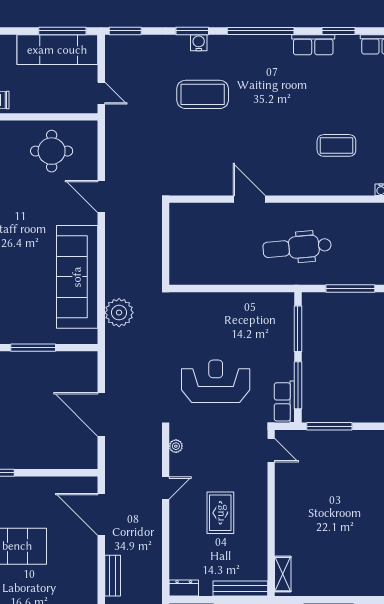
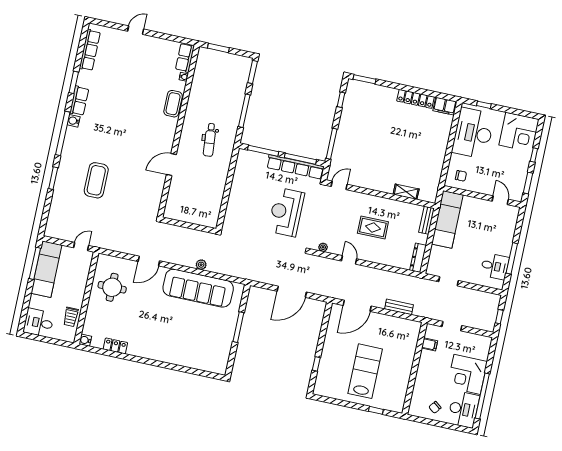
window: (125, 31) -> (44, 222), removed
water cooler: (199, 43) -> (74, 121), moved
coffee table: (336, 145) -> (173, 104), moved
dental chair: (297, 247) -> (210, 140), width x0.73, depth x0.72
plant: (119, 313) -> (201, 265), moved, width x0.53, depth x0.53
row of seats: (284, 402) -> (295, 167), width x2.02
shelving: (283, 574) -> (406, 192), moved
dresser: (184, 588) -> (418, 258), width x1.44
bench: (240, 589) -> (426, 220), width x0.73

